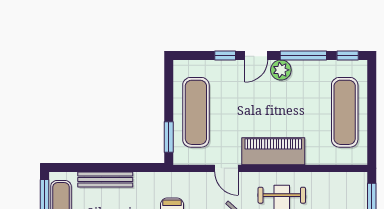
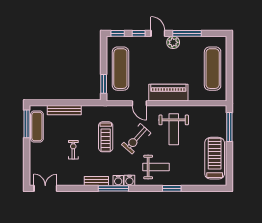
door: (256, 55) -> (158, 33), swing flipped
window: (348, 55) -> (118, 33), moved

